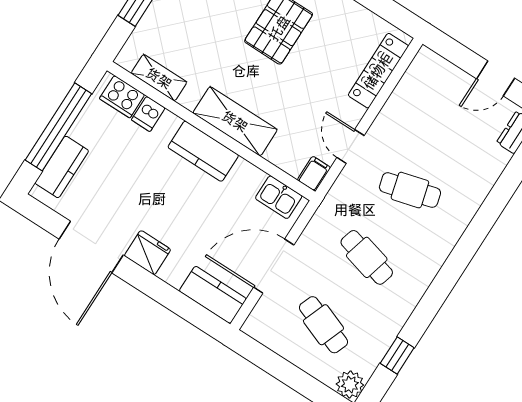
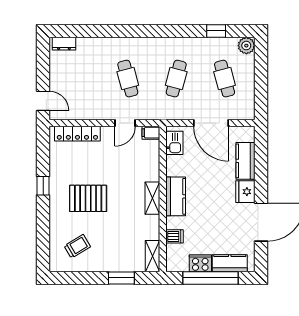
shelving: (159, 78) -> (153, 256), moved
door: (496, 78) -> (43, 101), moved
cooker: (122, 97) -> (200, 263), moved, turned -90
shelving: (235, 121) -> (152, 198), width x0.67, depth x0.75
kitchen counter: (213, 295) -> (246, 161), moved
cafe table: (323, 325) -> (225, 79), turned -36

